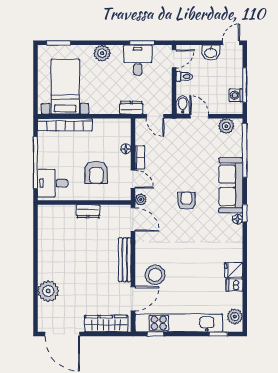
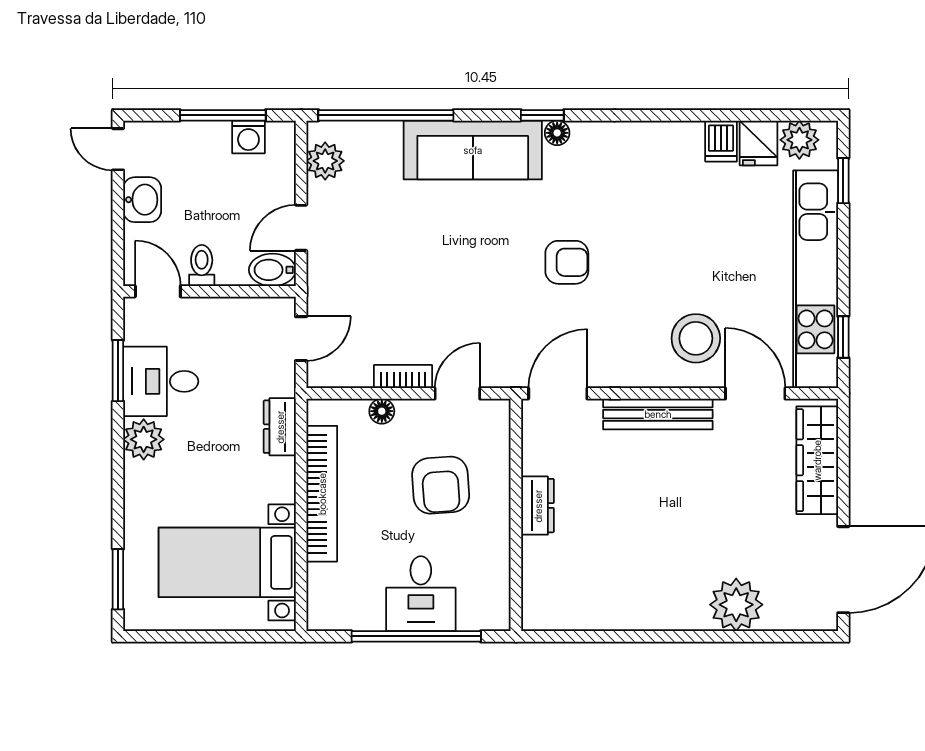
plant: (102, 53) -> (144, 439), moved
dresser: (131, 108) -> (280, 427), moved
bookcase: (65, 125) -> (322, 494), moved
armchair: (96, 172) -> (441, 485), turned 86
desk: (53, 183) -> (421, 594), moved
plant: (141, 199) -> (508, 374), removed
armchair: (186, 201) -> (567, 262), moved, turned 180
fridge: (234, 270) -> (759, 143), moved

